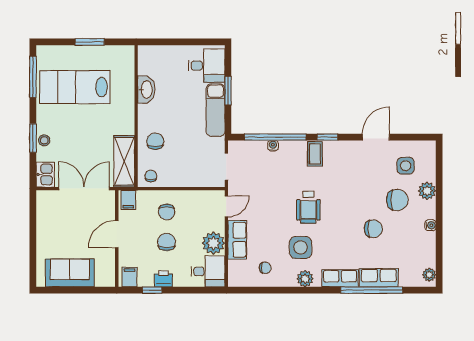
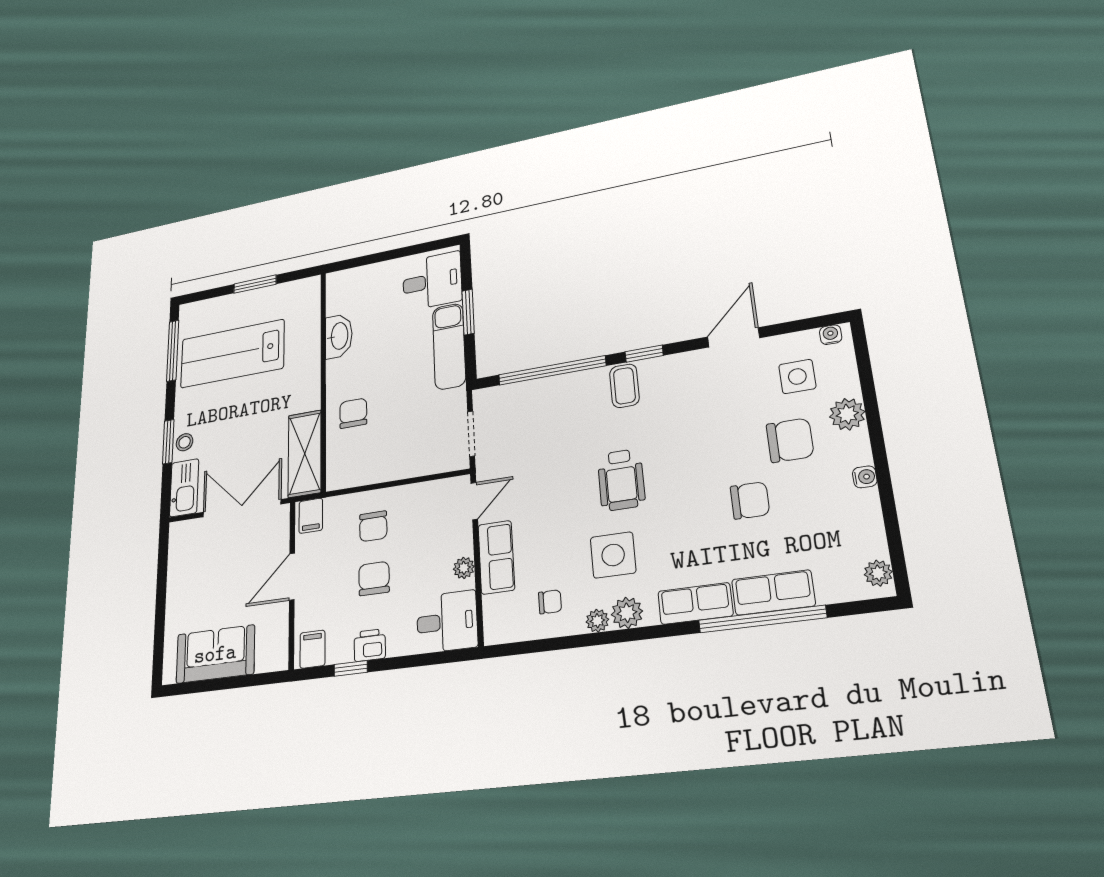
water cooler: (273, 146) -> (831, 335), moved
kitchen sink: (45, 175) -> (184, 488), width x1.38
chair: (151, 176) -> (347, 470), removed
plant: (213, 243) -> (464, 568), width x0.53, depth x0.53
plant: (289, 281) -> (597, 621), added

